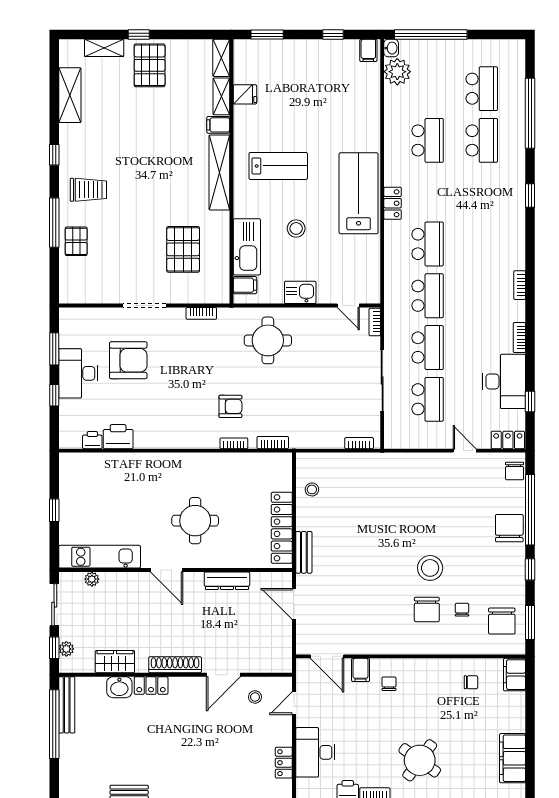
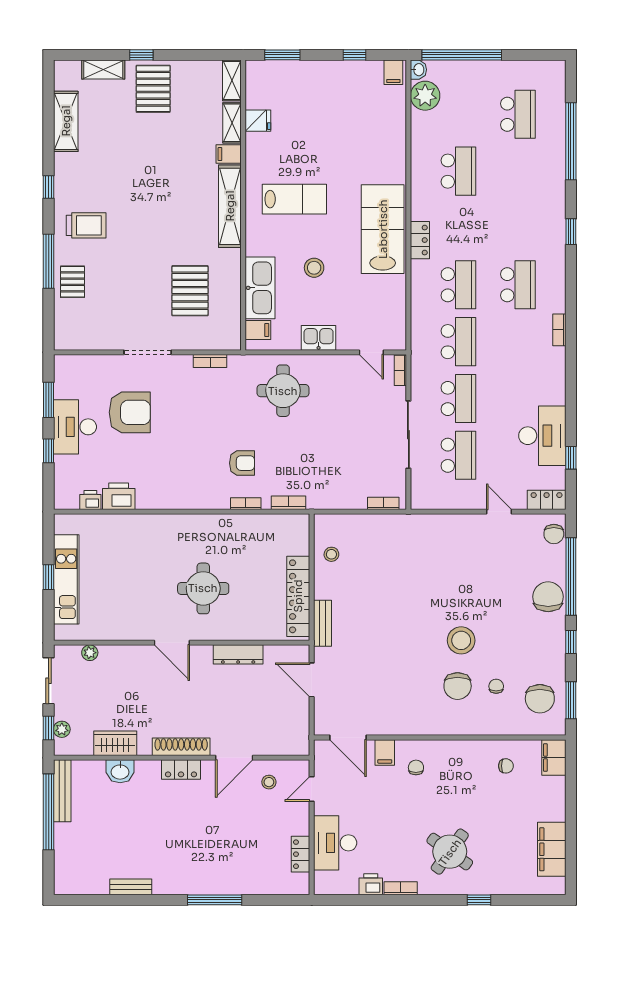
school desk: (482, 140) -> (518, 285), moved
bookcase: (519, 338) -> (559, 388), removed
kitchen unit: (100, 557) -> (66, 579), moved, turned 90
locker: (151, 686) -> (181, 770), moved

